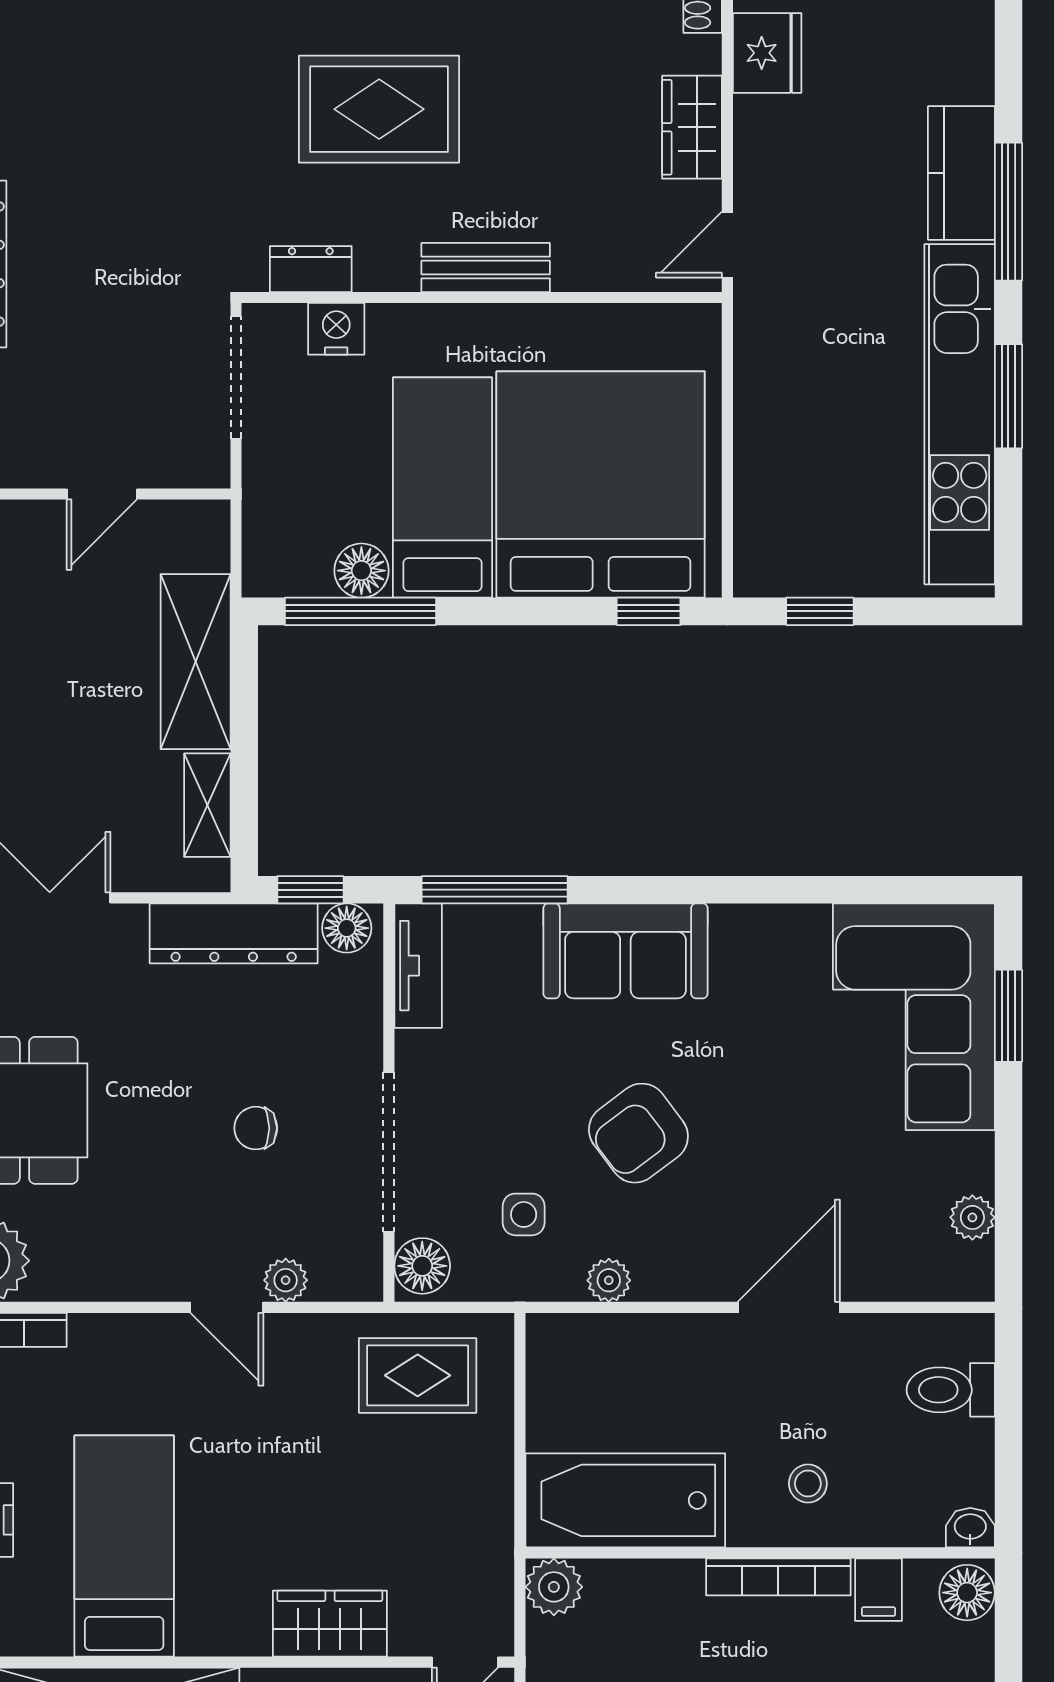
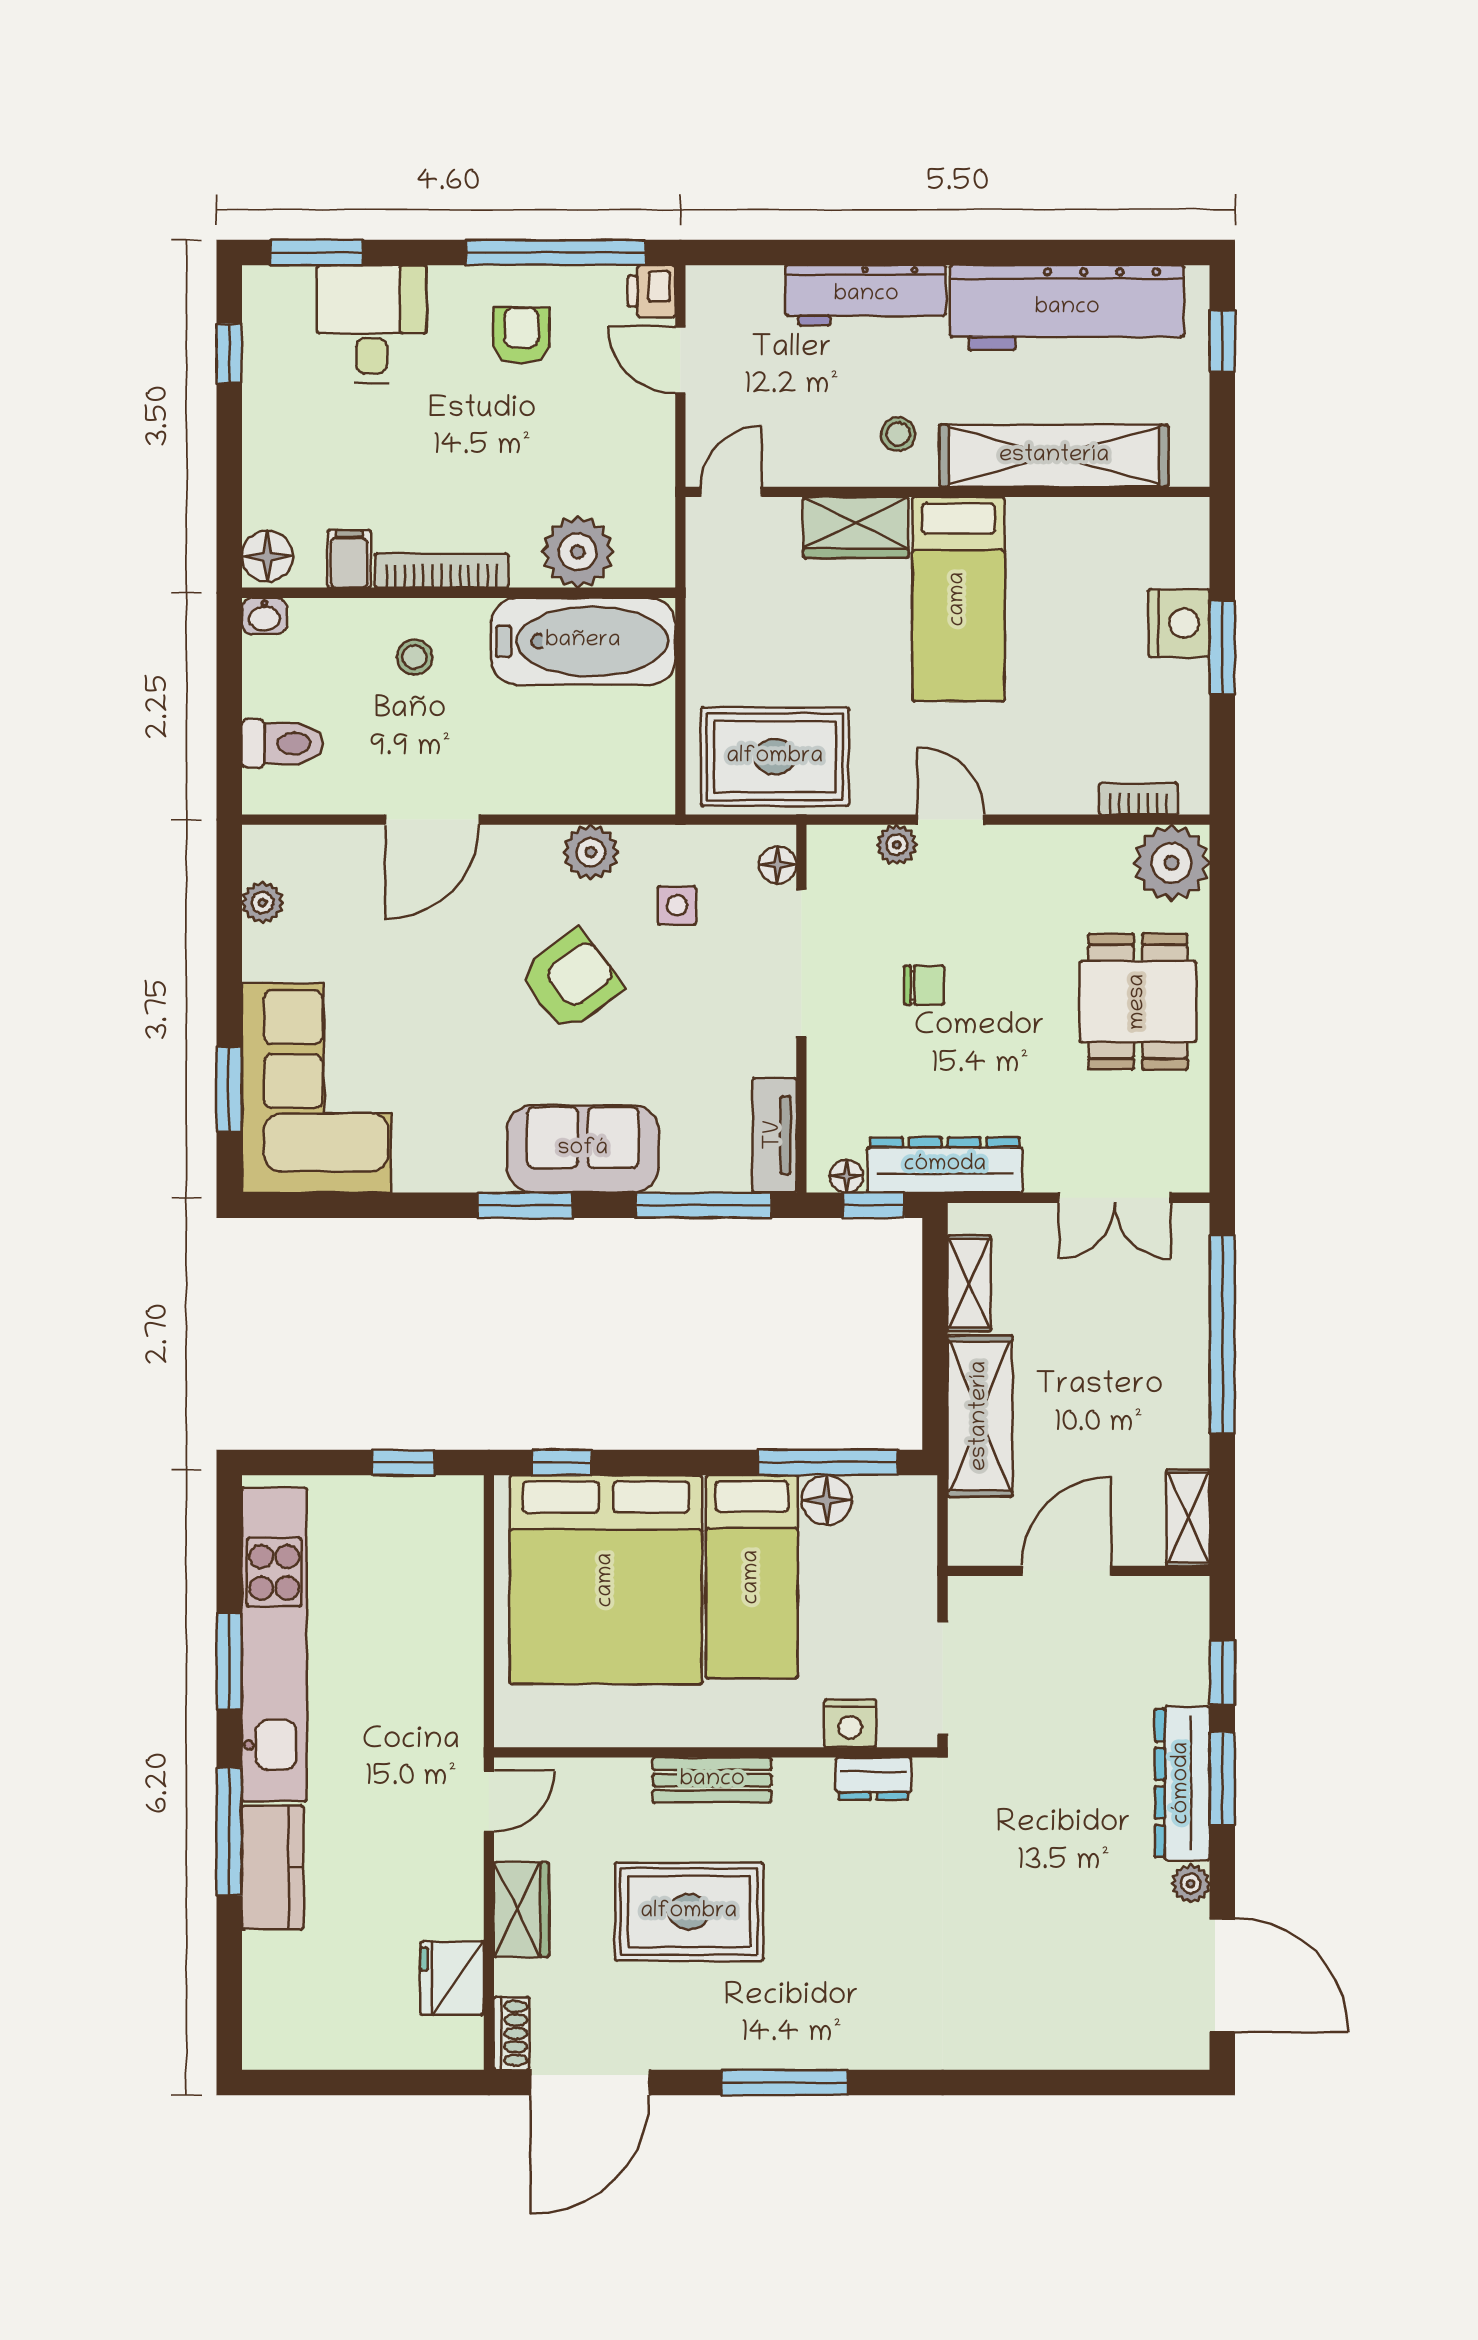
rug: (379, 109) -> (689, 1912), moved
door: (102, 494) -> (1067, 1571), width x1.38
window: (688, 890) -> (525, 1205), added
floor lamp: (347, 928) -> (846, 1176), width x0.73, depth x0.73
floor lamp: (422, 1266) -> (778, 865), width x0.73, depth x0.73
plant: (609, 1280) -> (591, 852), width x1.38, depth x1.38
rug: (418, 1375) -> (775, 757), width x1.36, depth x1.43
bed: (124, 1546) -> (958, 599), moved
plant: (554, 1587) -> (578, 552), moved, width x1.36, depth x1.36

